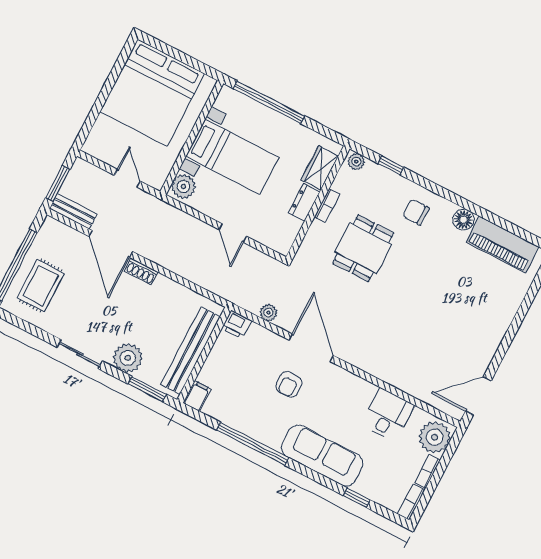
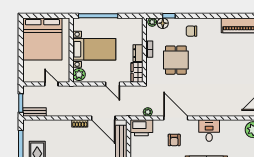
wardrobe: (320, 168) -> (137, 72), moved
floor lamp: (463, 220) -> (163, 23), moved
door: (111, 244) -> (103, 118), moved
printer: (237, 325) -> (141, 128), width x1.87, depth x1.48
desk: (388, 415) -> (209, 131), moved

